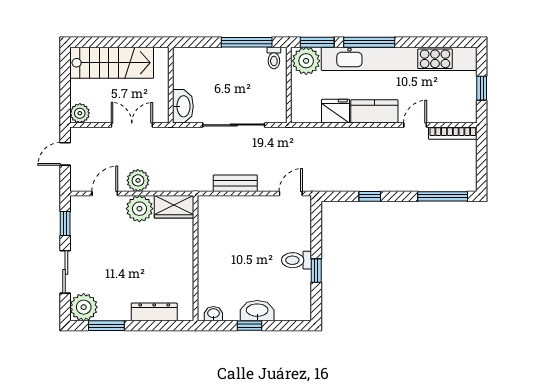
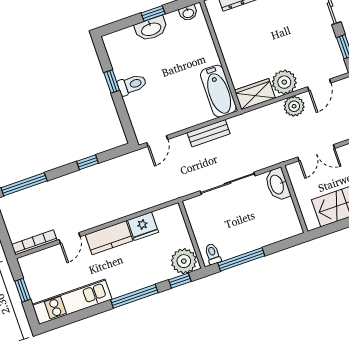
window: (317, 42) -> (180, 281), width x0.67
kitchen unit: (399, 59) -> (72, 302), width x0.54
bathtub: (210, 223) -> (218, 91), added

